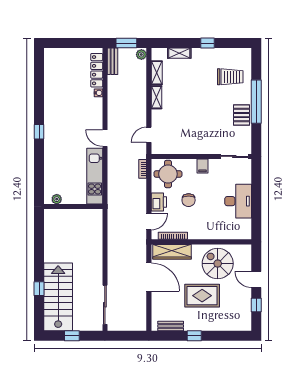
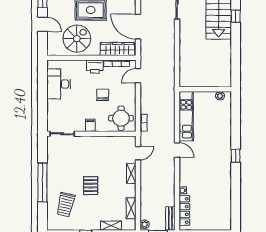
trolley: (230, 77) -> (66, 205), turned -77
shelving: (157, 97) -> (131, 173), moved
pallet: (242, 115) -> (91, 186), moved
desk: (238, 201) -> (59, 84), moved
printer: (159, 202) -> (95, 67), moved, turned -90
spiral stairs: (218, 264) -> (77, 39), turned -90

